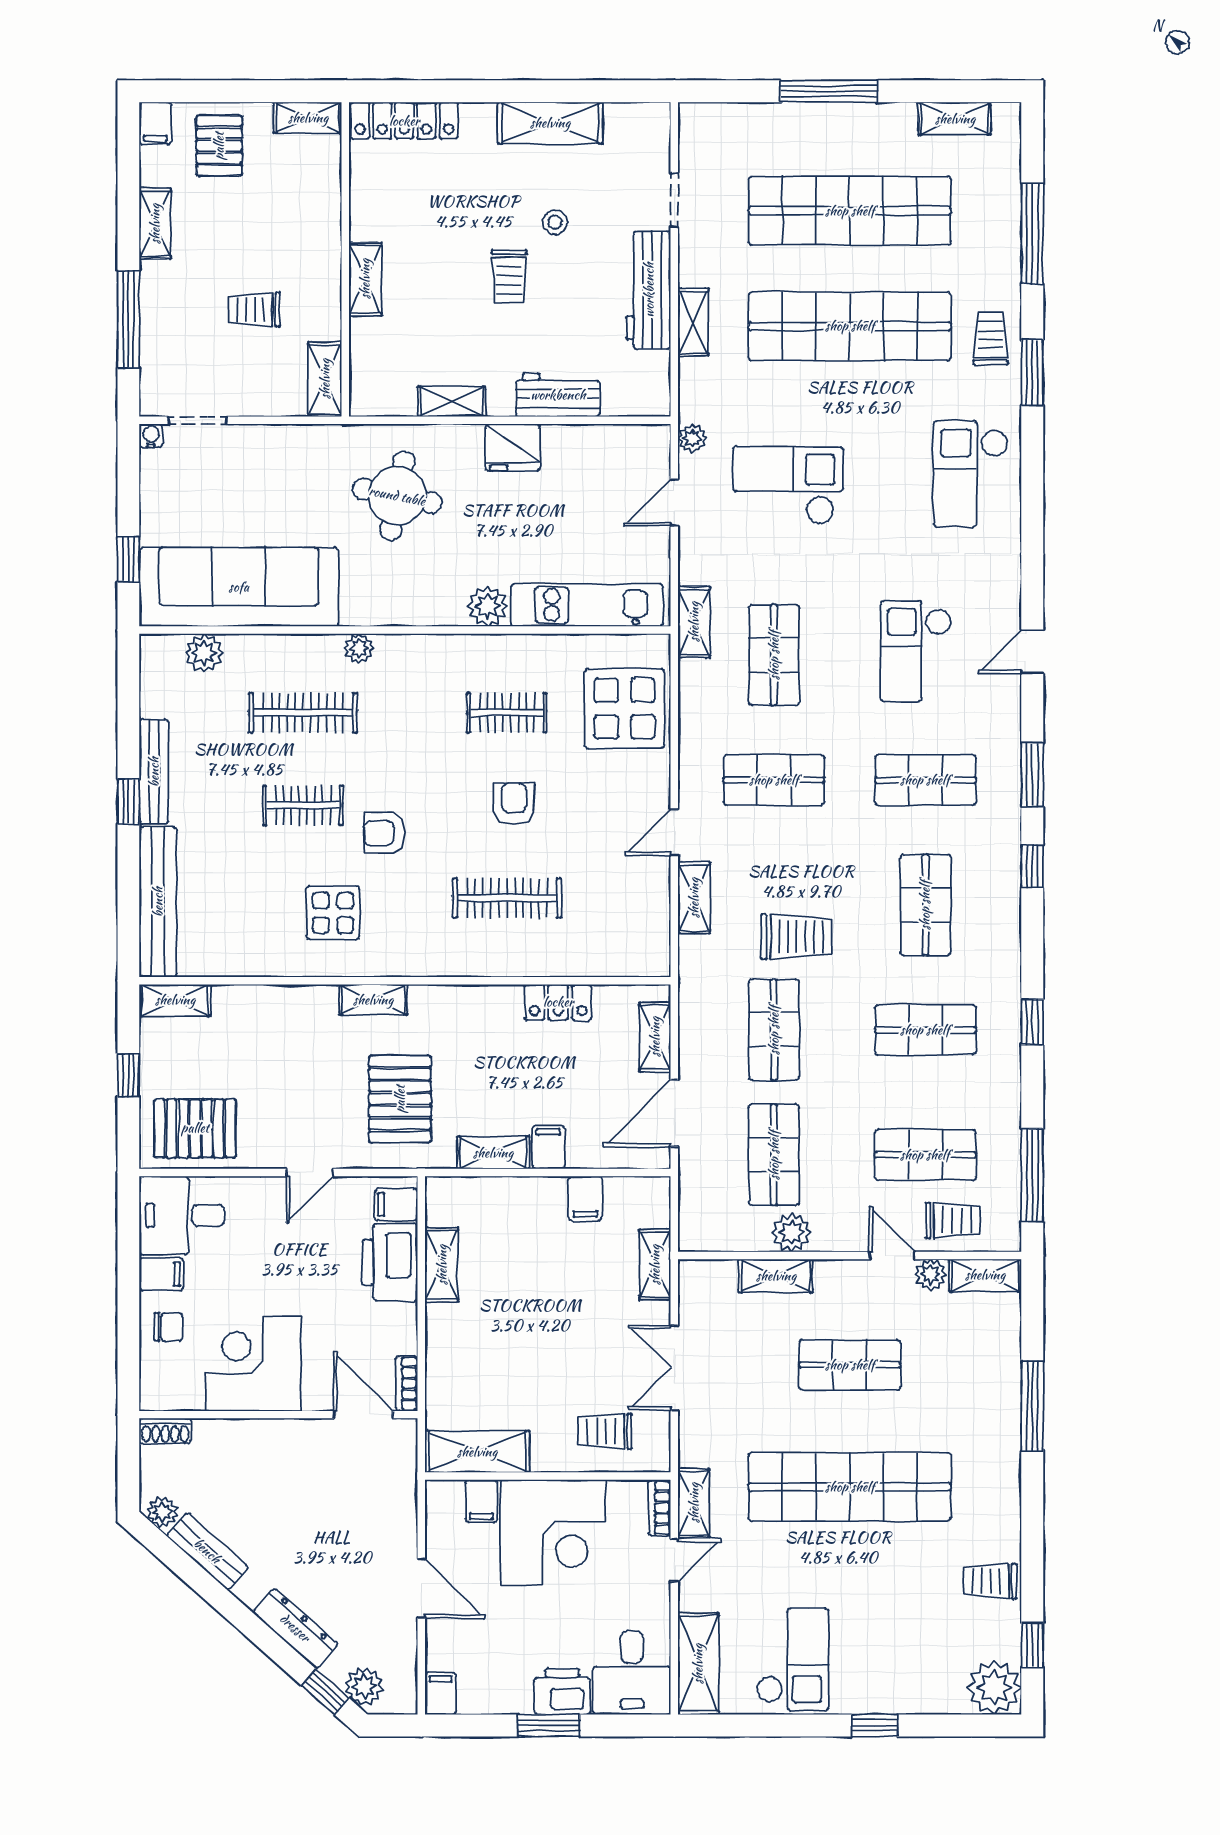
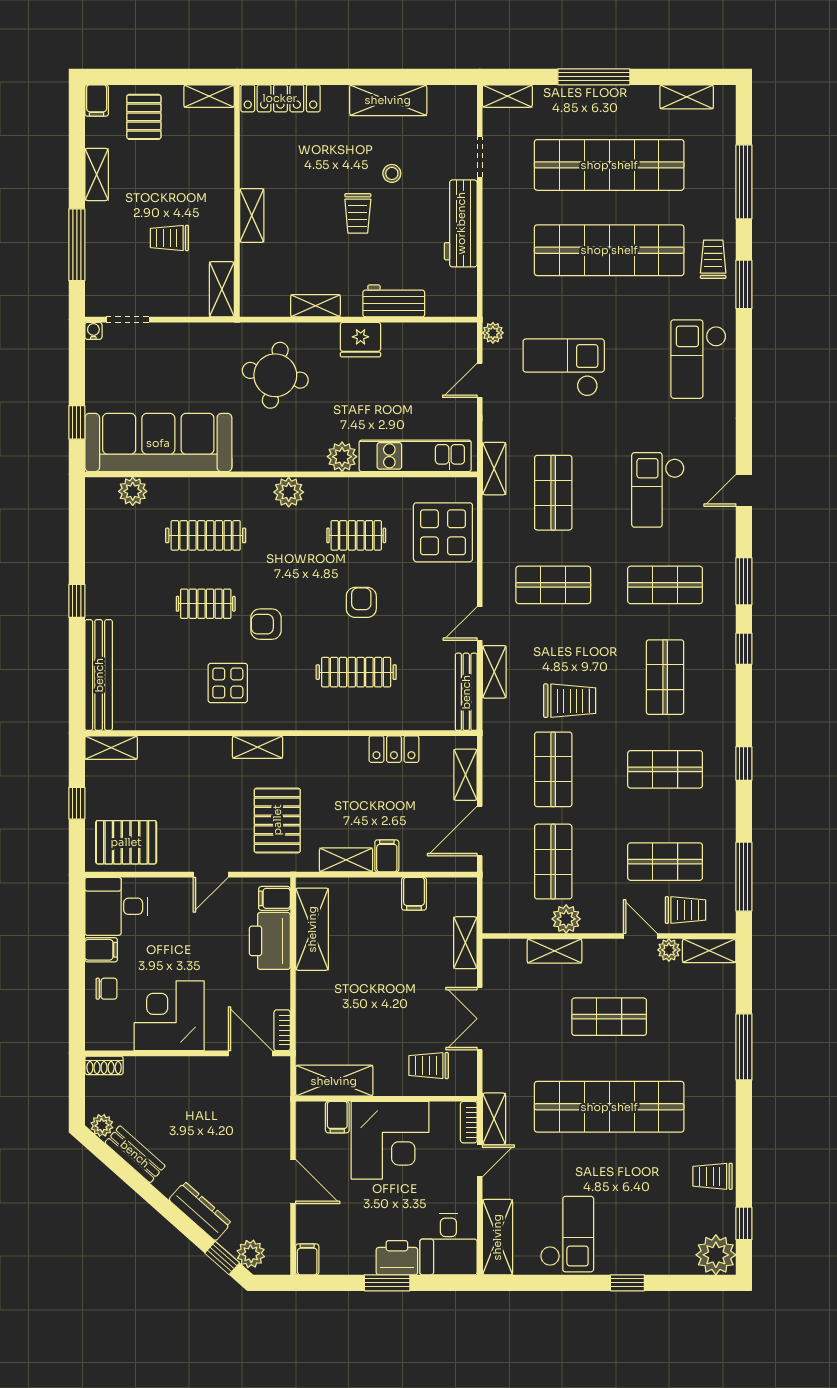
shelving: (693, 322) -> (507, 96), moved, turned 90
plant: (359, 648) -> (289, 492), moved, width x1.38, depth x1.38
bench: (154, 772) -> (466, 692), moved
shelving: (442, 1265) -> (312, 929), width x1.50, depth x1.33

